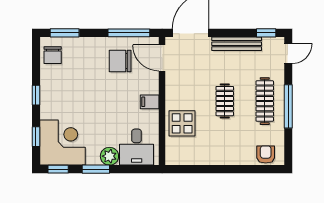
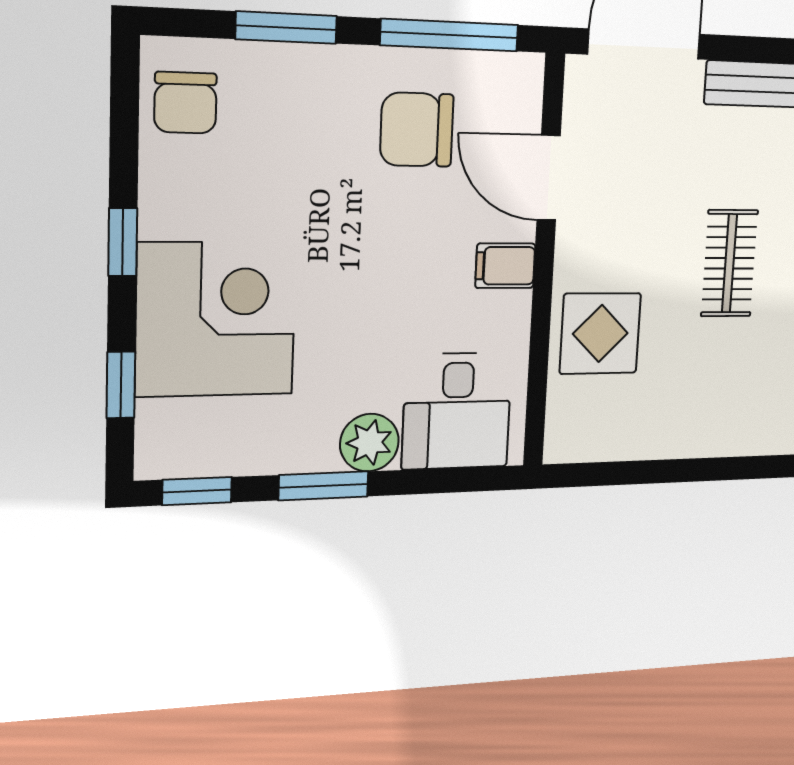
window: (65, 33) -> (286, 28), moved
door: (162, 58) -> (549, 178), moved
corner desk: (63, 143) -> (216, 319), moved

